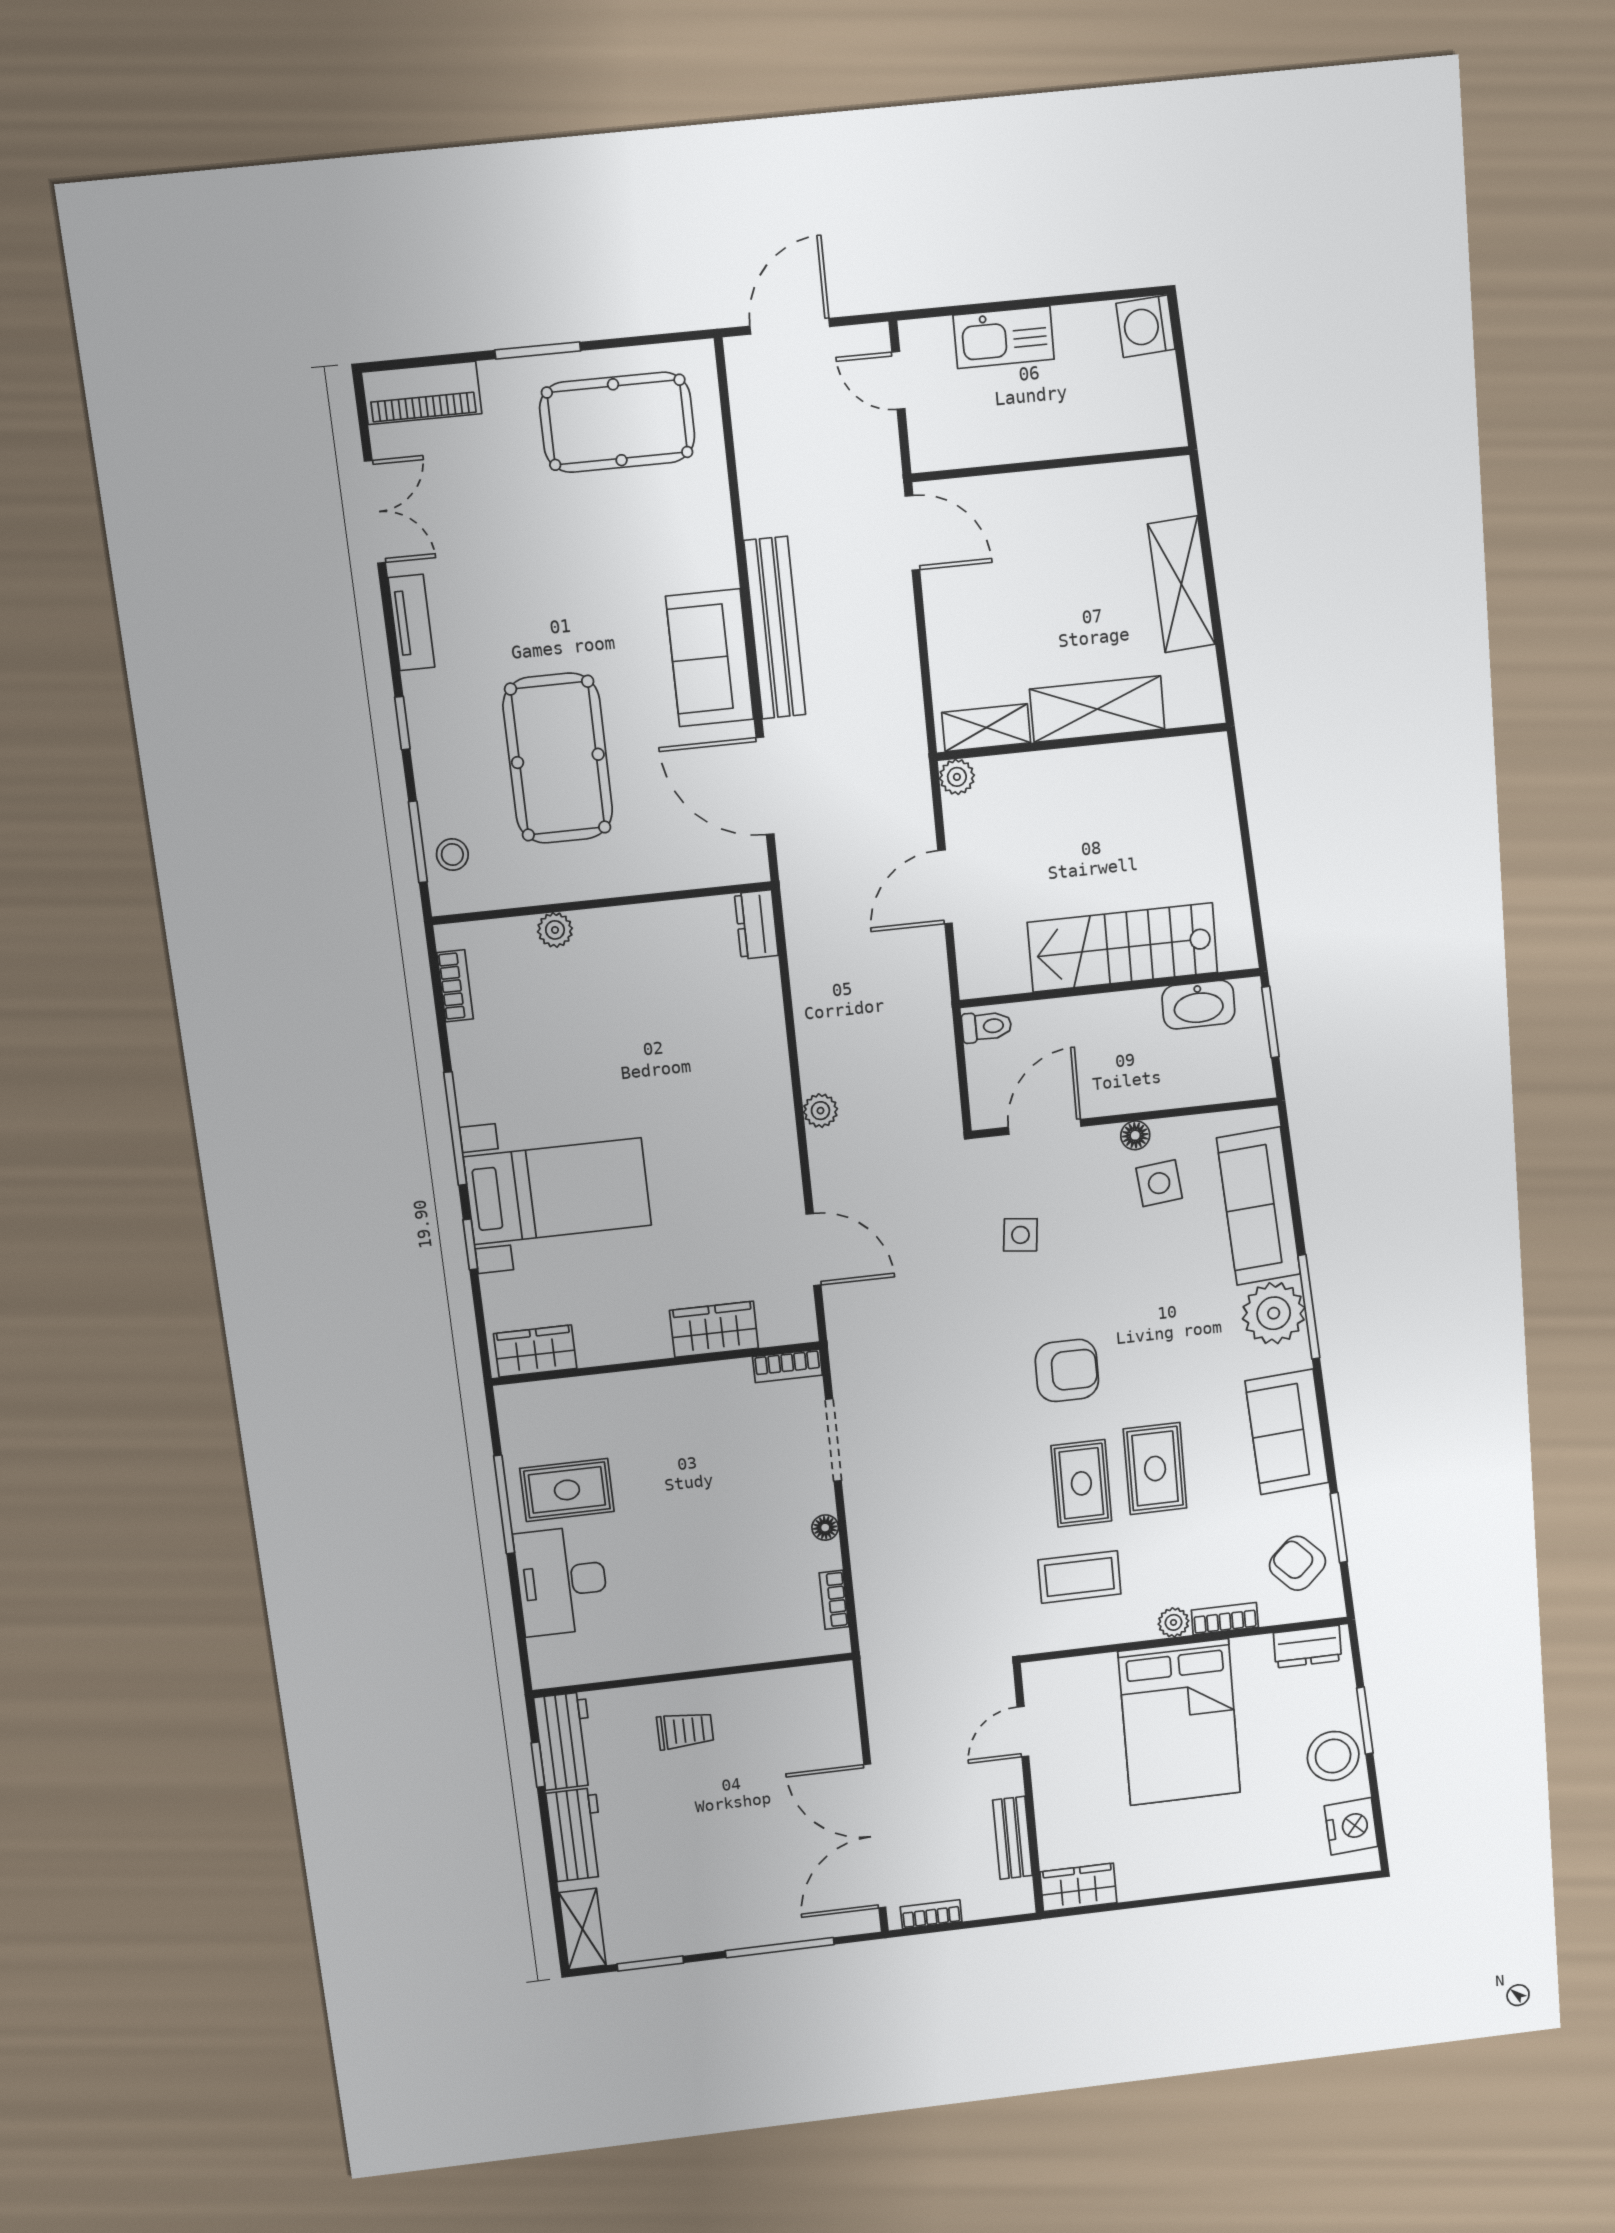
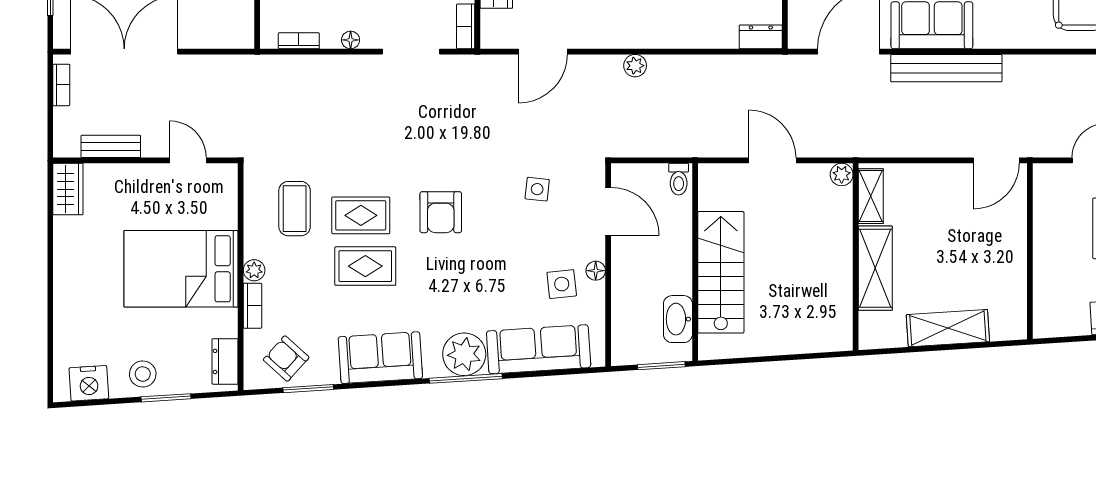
armchair: (1297, 1563) -> (286, 359), turned -94
stool: (1333, 1756) -> (143, 374), width x0.73, depth x0.73

